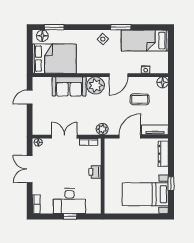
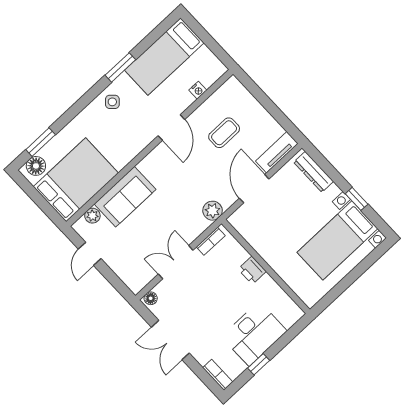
floor lamp: (163, 82) -> (233, 87), removed
plant: (95, 85) -> (92, 216), moved, width x0.53, depth x0.53
window: (70, 216) -> (259, 364), moved

